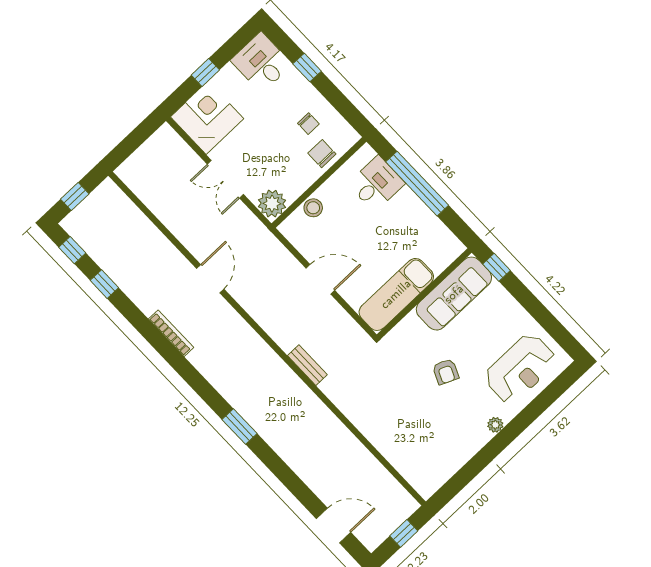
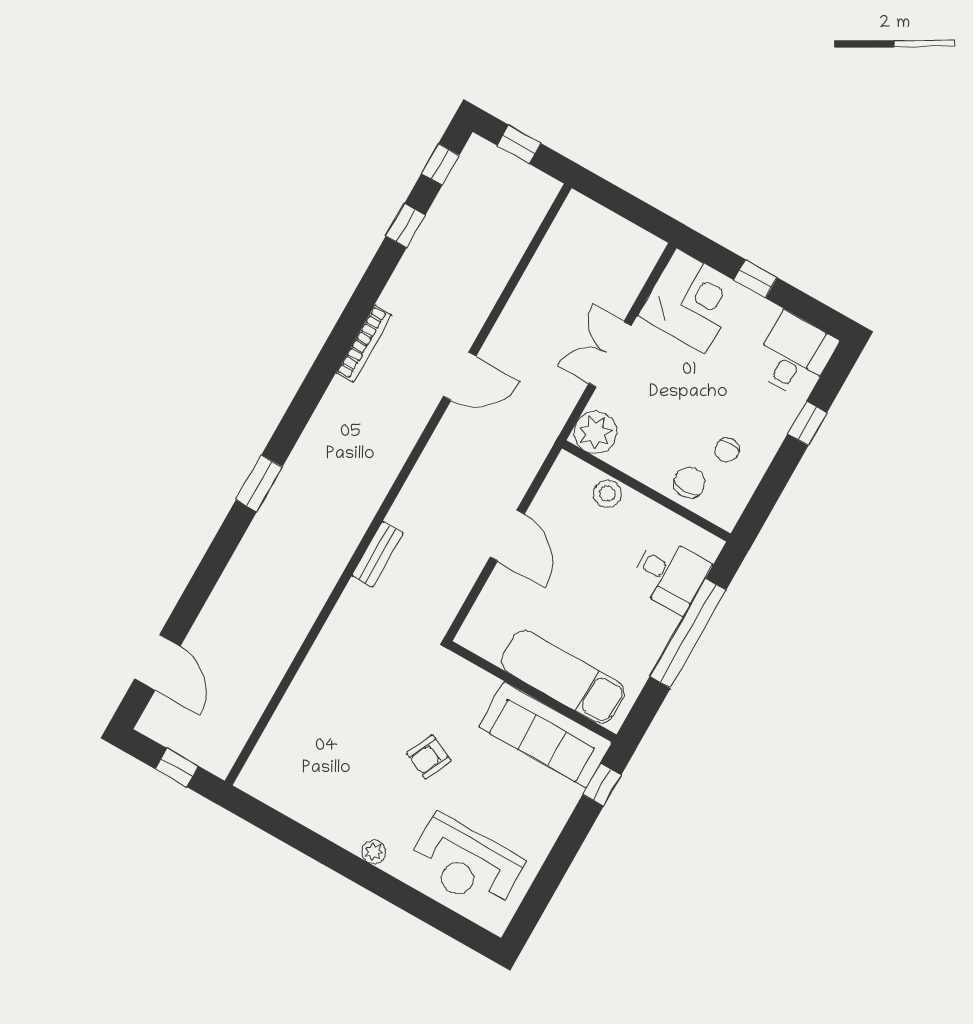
exam couch: (396, 294) -> (563, 677), moved

